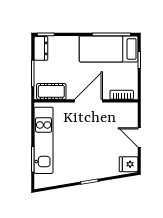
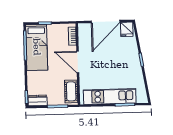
door: (139, 137) -> (105, 21), width x1.88

